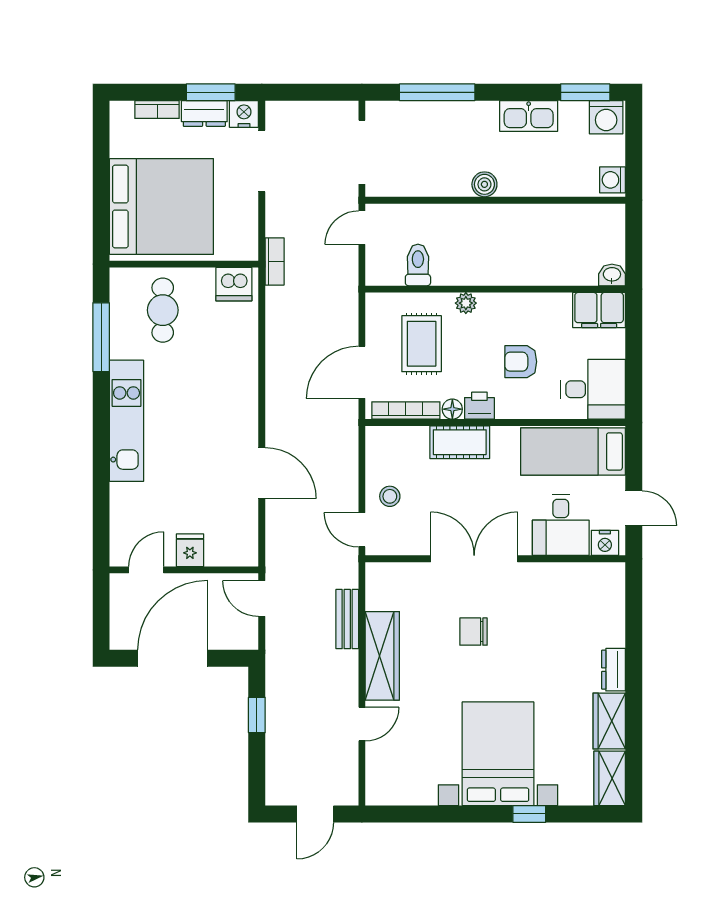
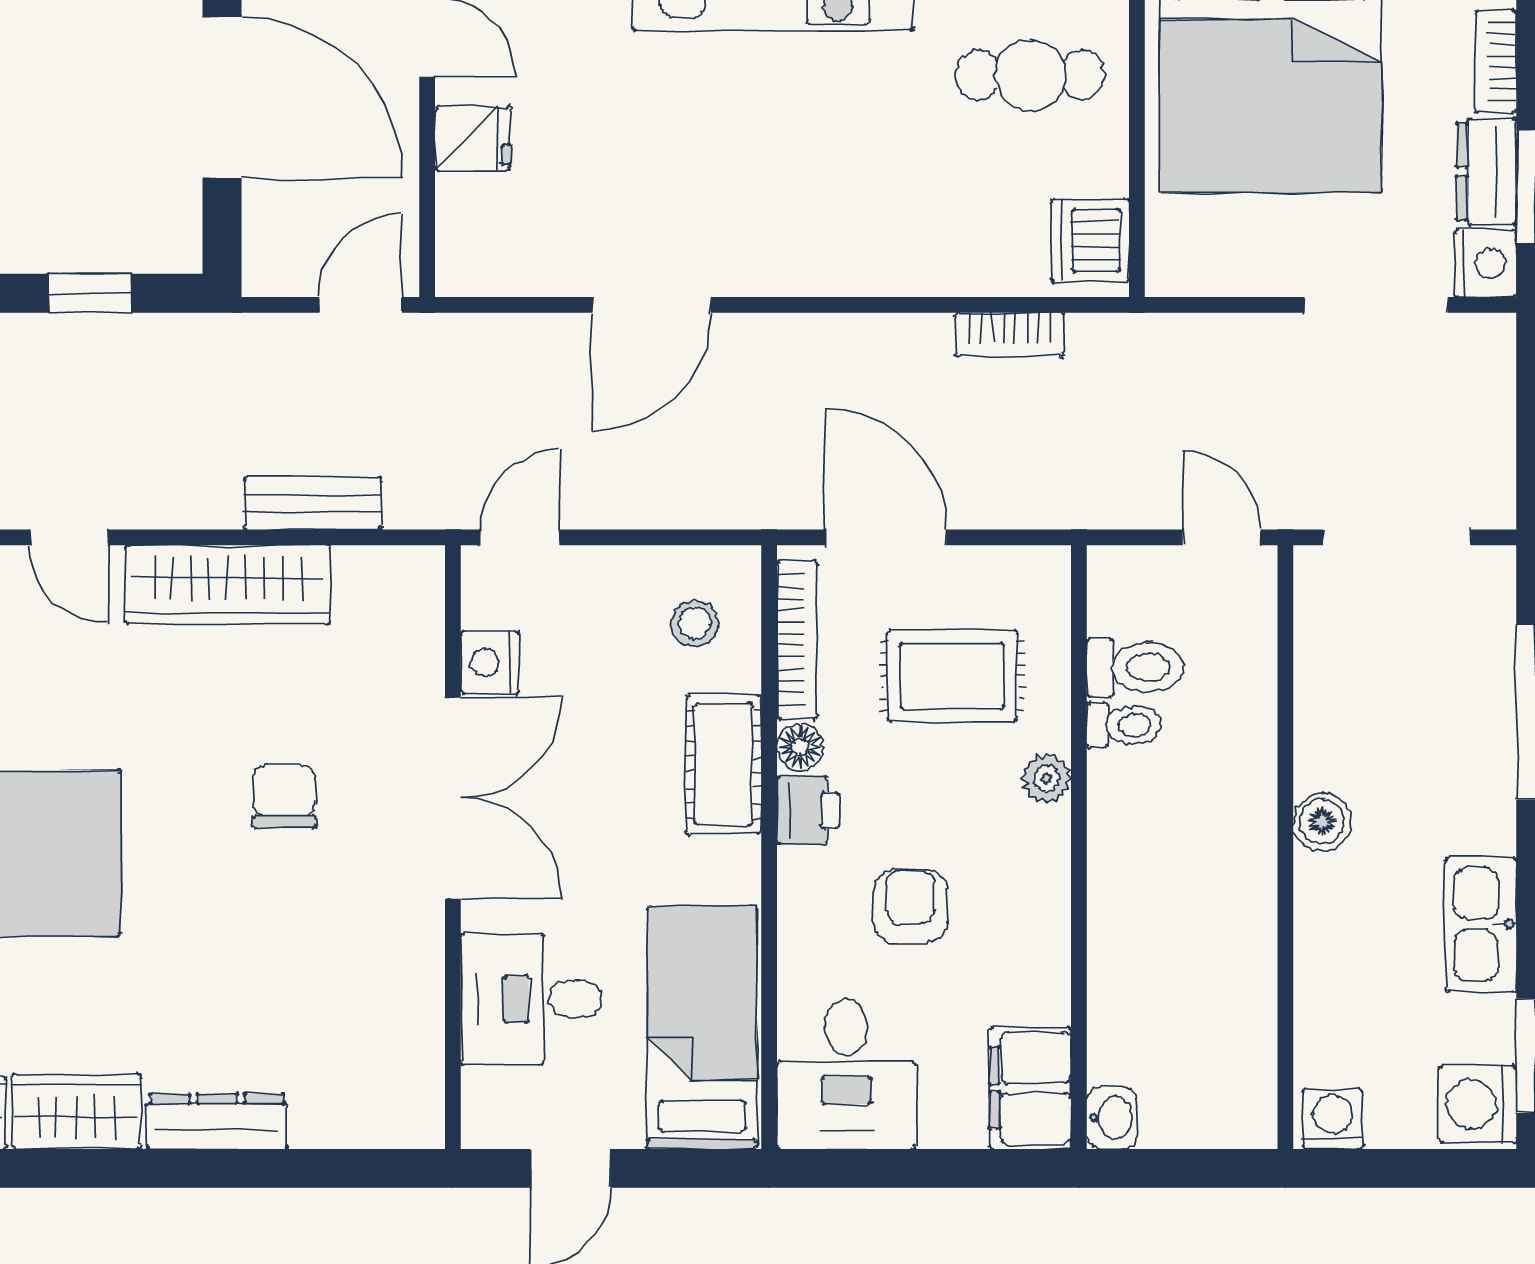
bookcase: (275, 261) -> (1010, 335), moved
toilet: (443, 270) -> (1124, 725), added
stool: (390, 496) -> (695, 623), moved
nightstand: (605, 543) -> (490, 662), moved
dresser: (613, 670) -> (217, 1121), width x1.44

